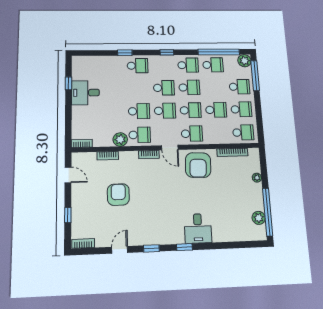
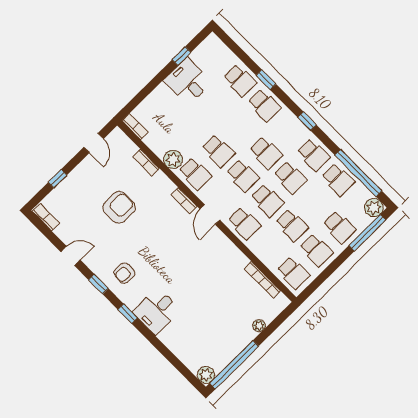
school desk: (112, 66) -> (240, 80), added
armchair: (198, 165) -> (124, 273), moved, width x0.53, depth x0.53
plant: (259, 218) -> (206, 375), moved

